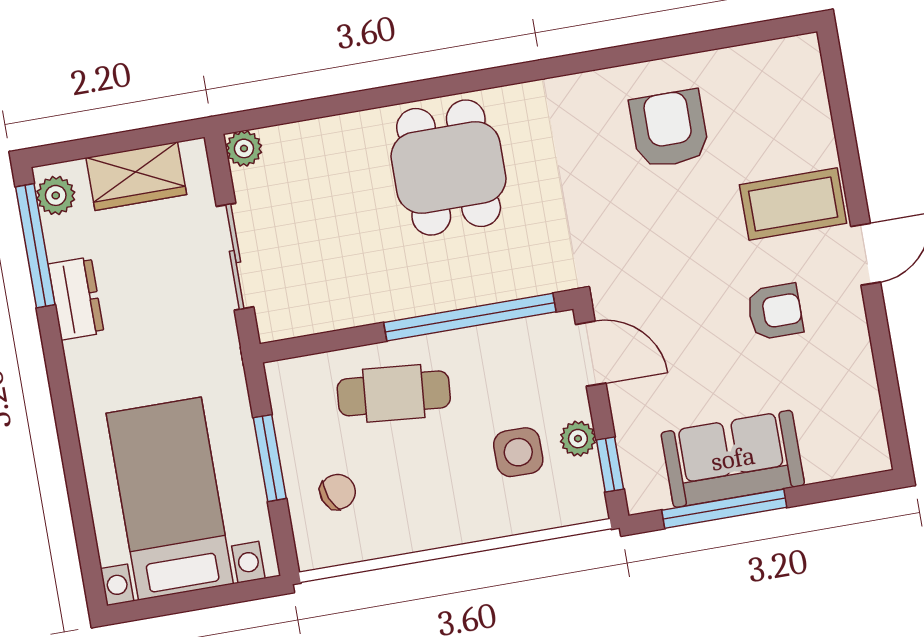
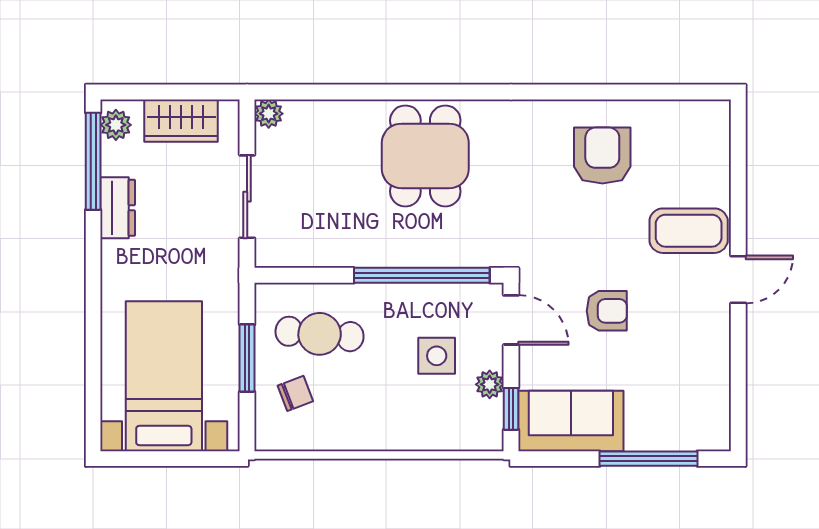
armchair: (775, 312) -> (607, 311), moved
cafe table: (394, 393) -> (320, 334), moved
side table: (518, 452) -> (437, 356), moved
sofa: (733, 459) -> (571, 421), moved
window: (724, 509) -> (649, 459), moved

